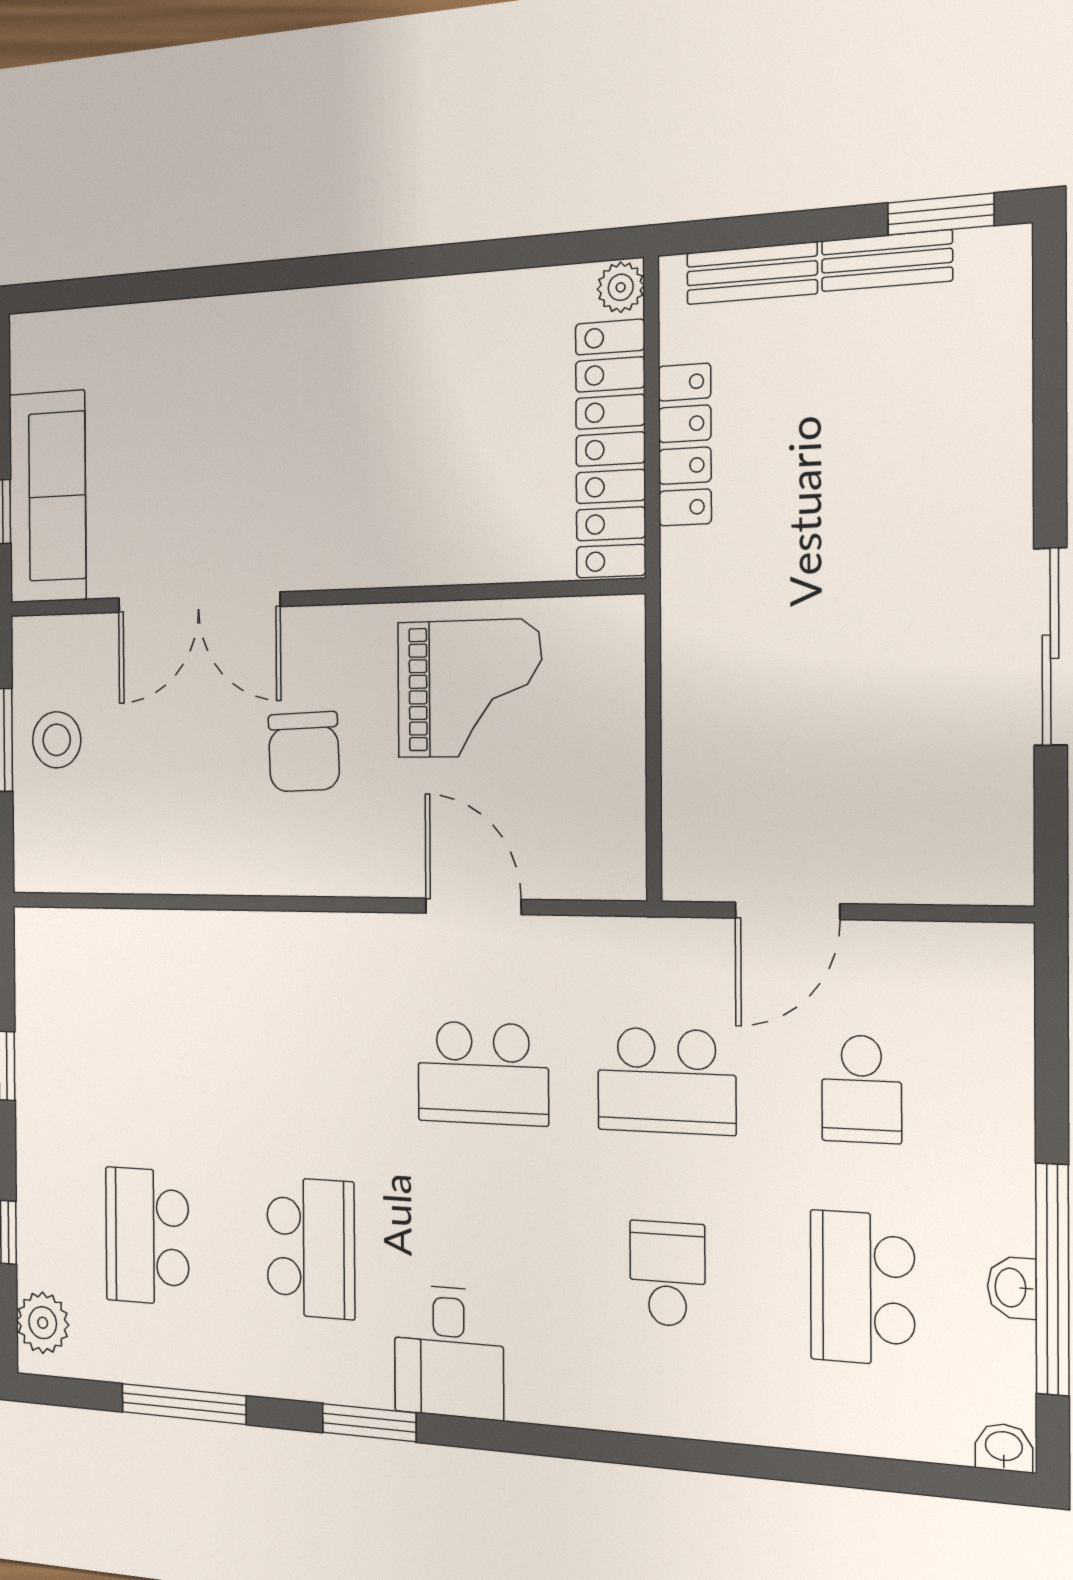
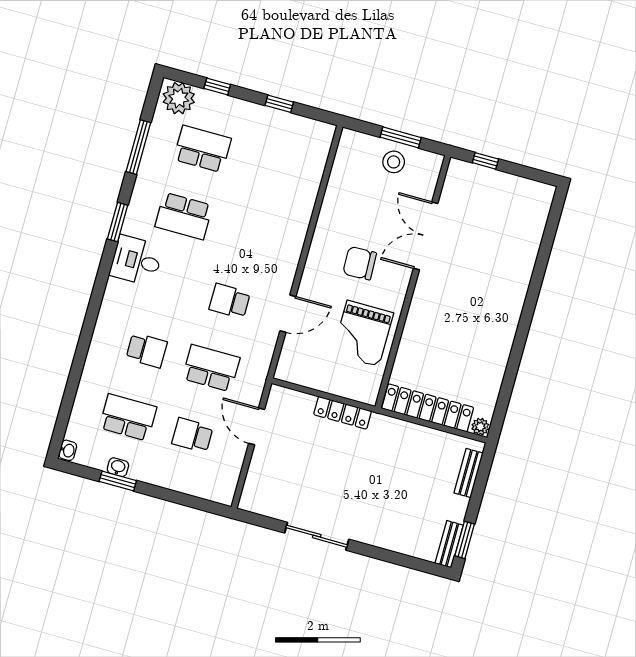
bench: (887, 261) -> (449, 544), moved
locker: (685, 445) -> (343, 413), moved
sofa: (47, 497) -> (484, 184), removed
school desk: (483, 1073) -> (230, 301), width x0.54
school desk: (666, 1081) -> (211, 368), turned 90
window: (1052, 1279) -> (118, 481), width x0.47
plant: (43, 1323) -> (179, 98), width x1.36, depth x1.36

